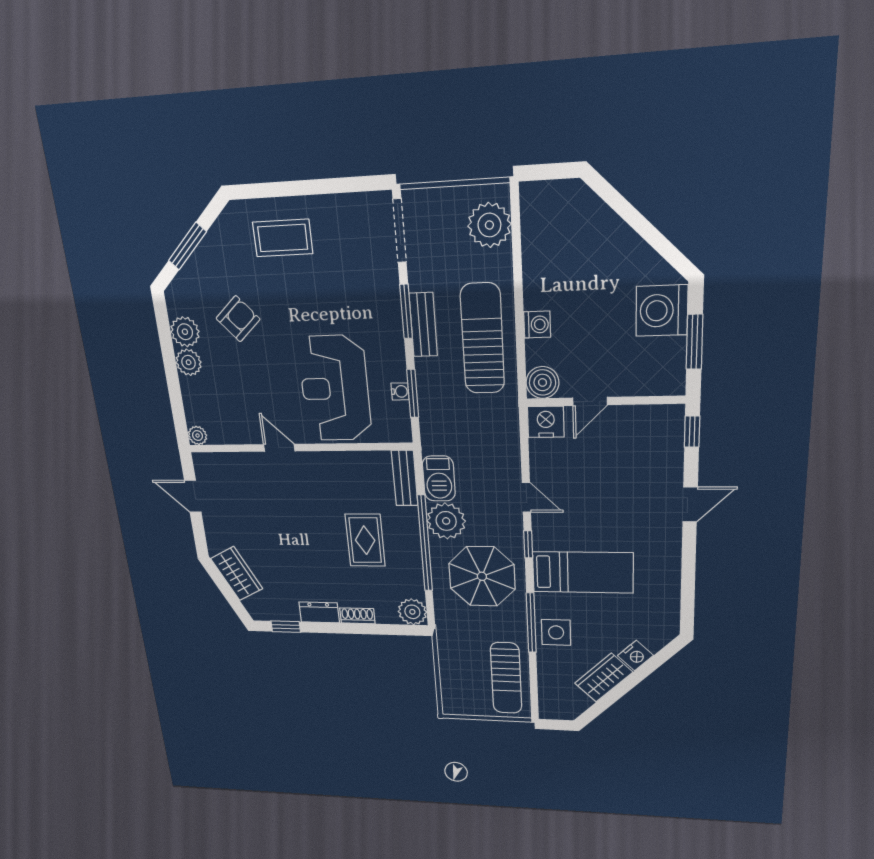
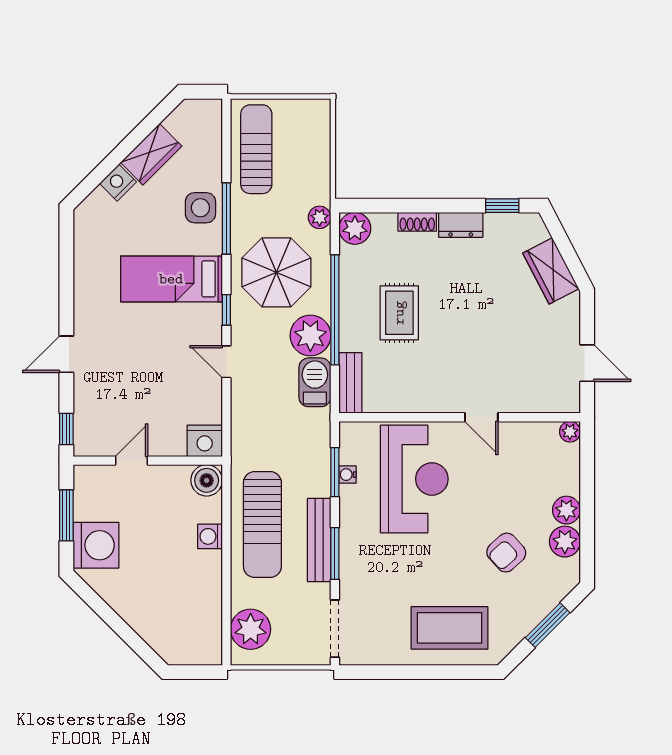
coffee table: (283, 238) -> (450, 628), width x1.36, depth x1.32
bench: (423, 325) -> (319, 540), width x1.36
door: (590, 401) -> (132, 461), moved
plant: (445, 622) -> (320, 217), added

